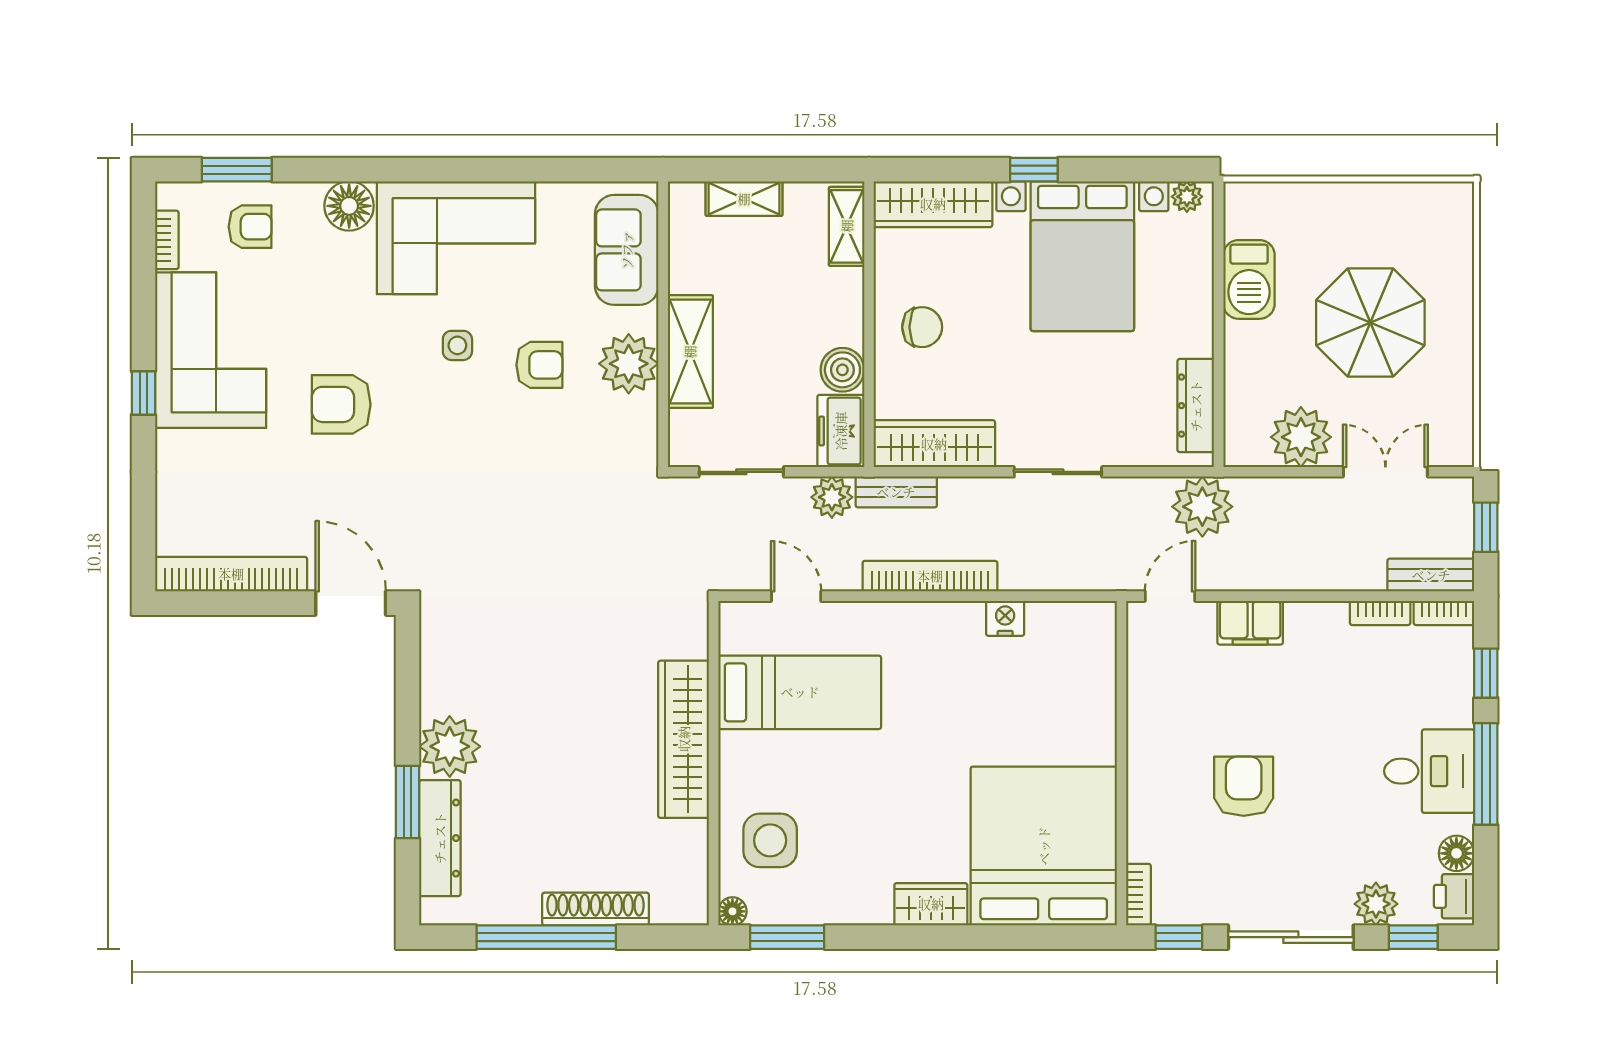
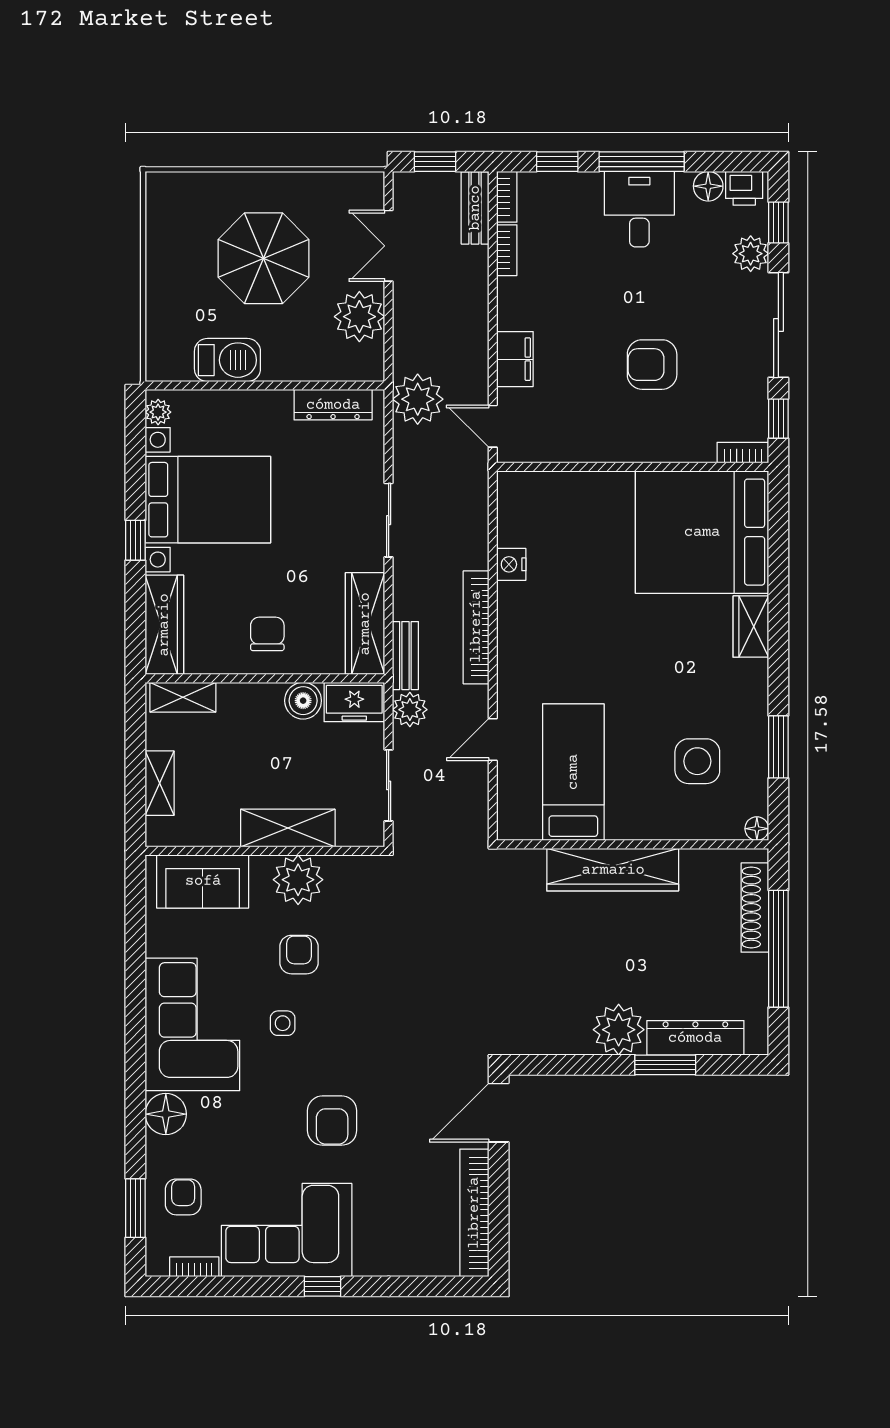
bed: (800, 692) -> (573, 772), moved
wardrobe: (684, 739) -> (613, 870), moved
wall: (714, 763) -> (633, 844), moved
floor lamp: (732, 911) -> (757, 829), moved

